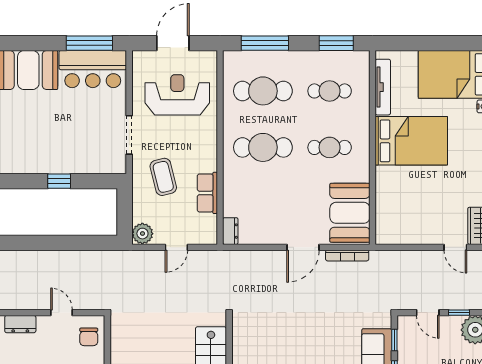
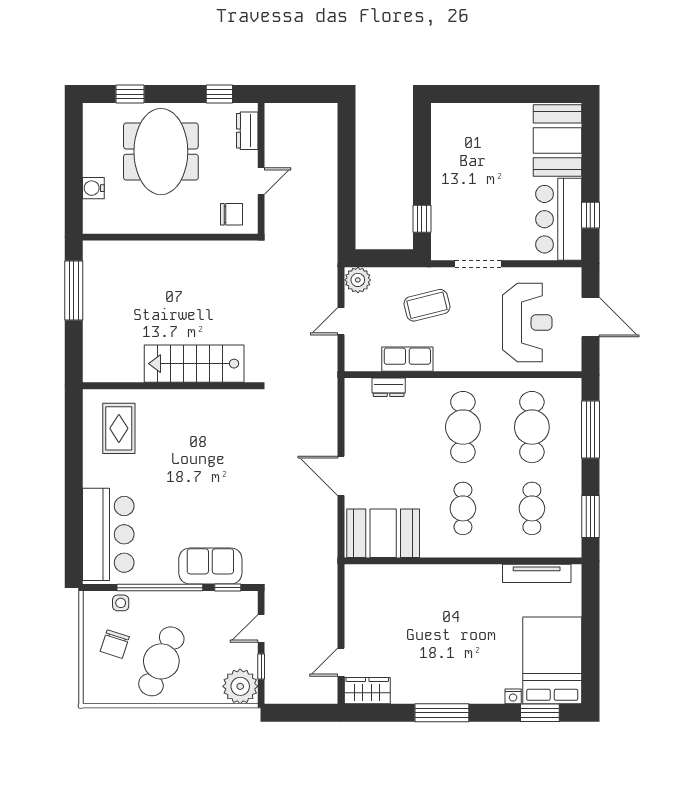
window: (89, 43) -> (590, 215), width x0.46
bed: (411, 141) -> (471, 608), removed
window: (59, 181) -> (422, 219), moved
dresser: (230, 231) -> (389, 387), moved
door: (176, 247) -> (341, 321), hinge flipped
bookcase: (347, 256) -> (331, 530), removed
chair: (89, 337) -> (232, 214), turned 180

